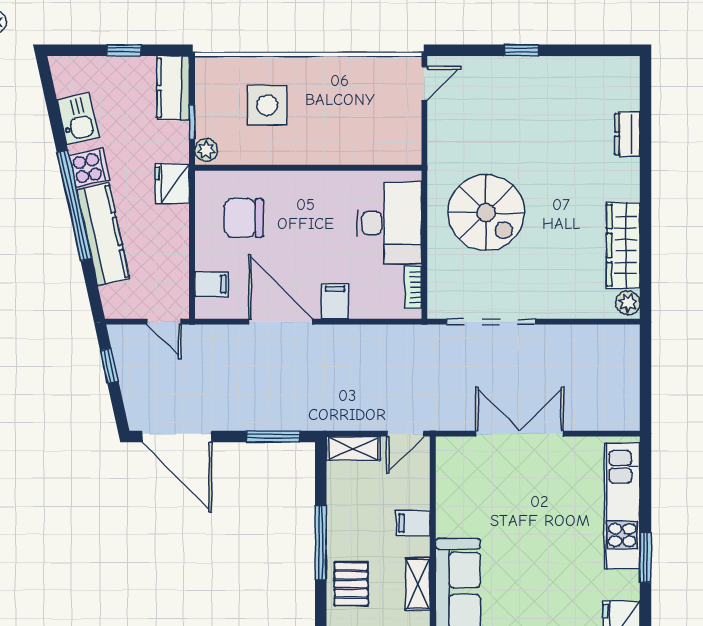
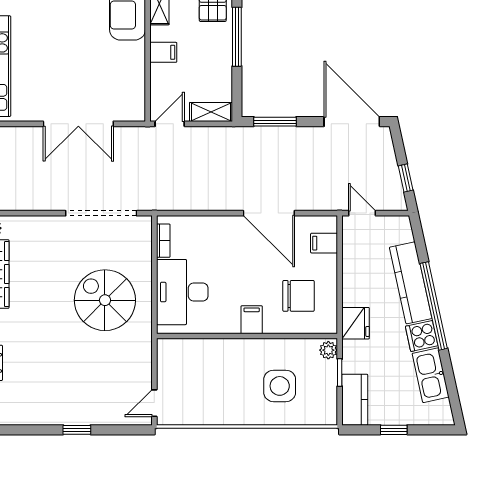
kitchen sink: (78, 119) -> (431, 375), width x1.38
filing cabinet: (335, 301) -> (252, 320), moved, turned 180

